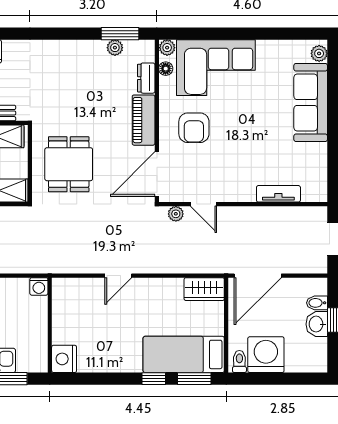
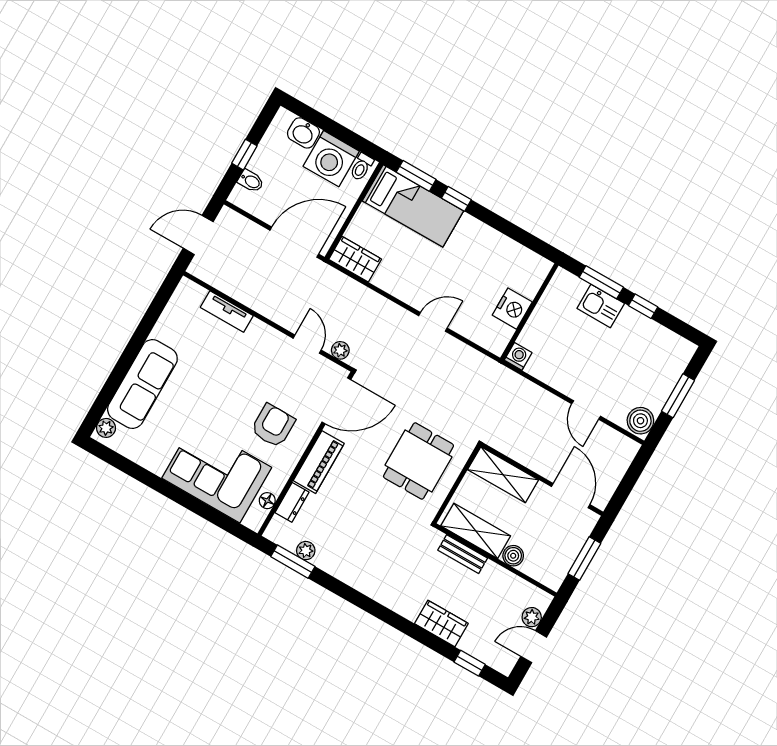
plant: (167, 48) -> (254, 521), removed
washbasin: (317, 324) -> (303, 133), moved, turned 90
nightstand: (64, 359) -> (512, 309), moved

